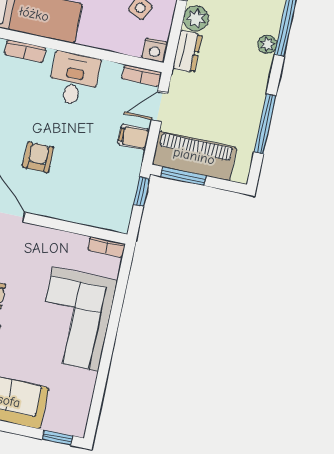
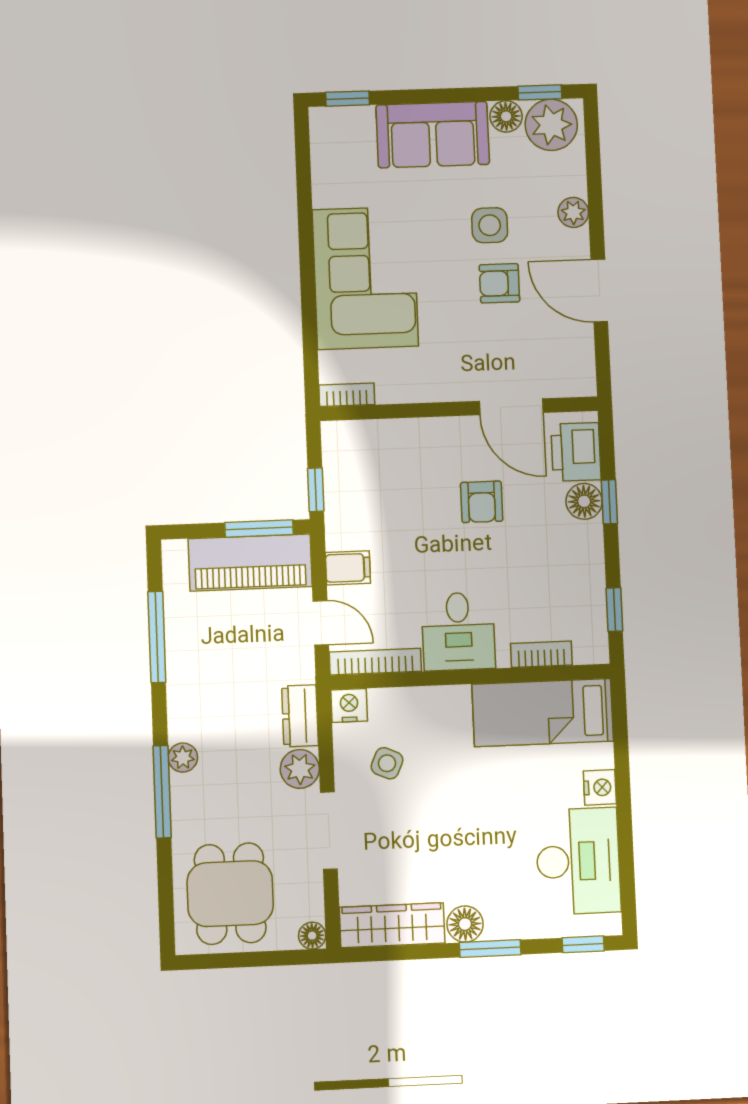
bookcase: (142, 76) -> (375, 662), width x1.56
door: (159, 107) -> (321, 623), hinge flipped

